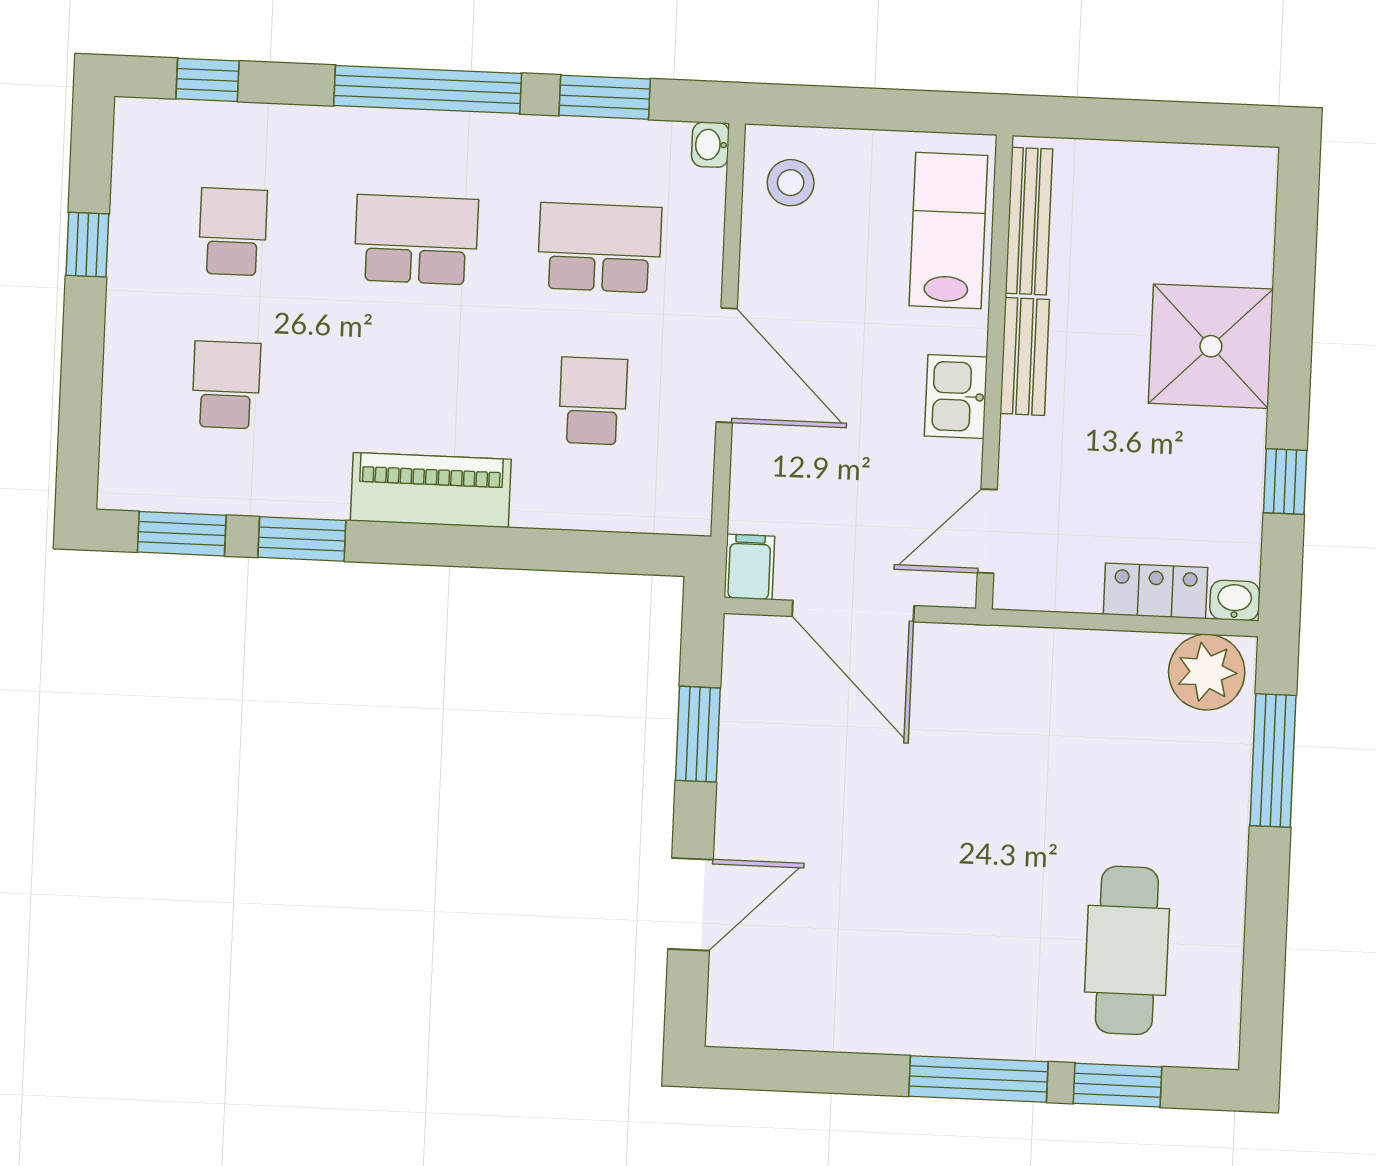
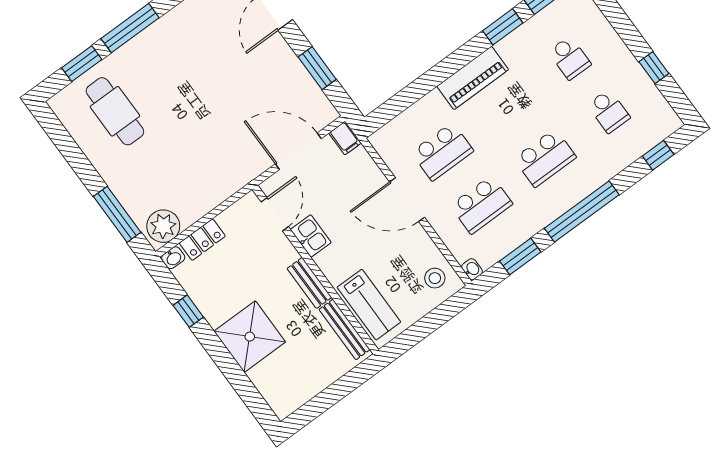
kitchen sink: (956, 396) -> (311, 236), moved
school desk: (593, 401) -> (442, 152), width x1.85

